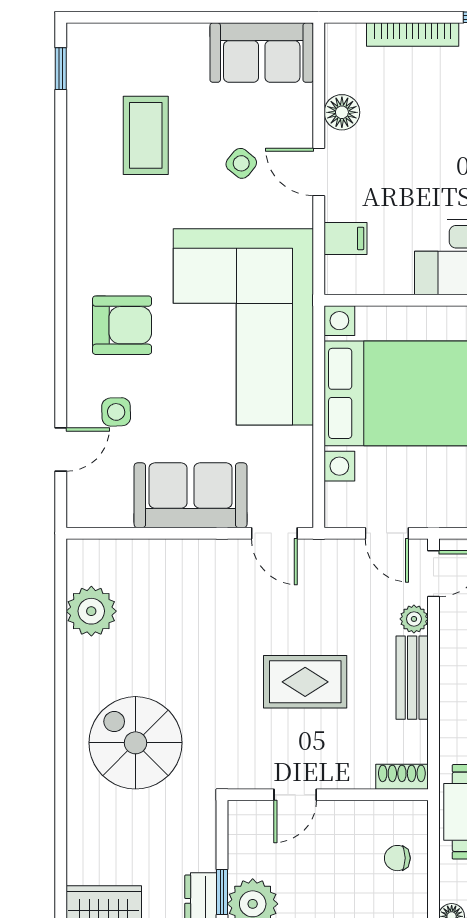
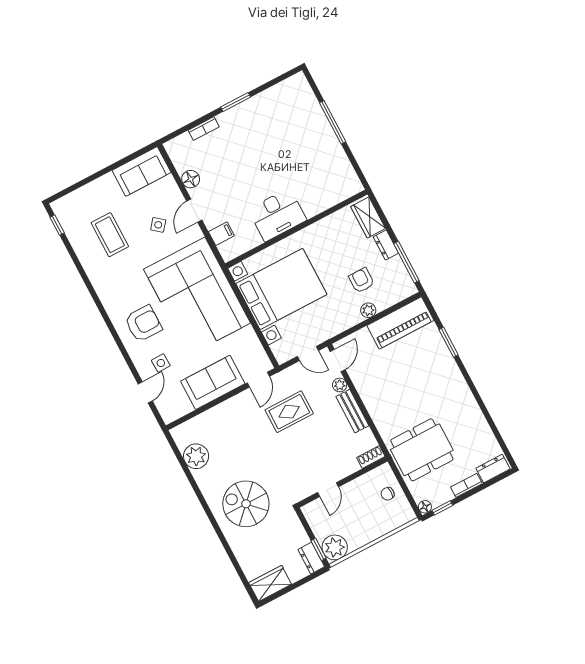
bookcase: (413, 34) -> (204, 129), width x0.64
door: (319, 172) -> (194, 211), hinge flipped
door: (274, 533) -> (258, 380), hinge flipped
rug: (305, 682) -> (289, 412), moved

